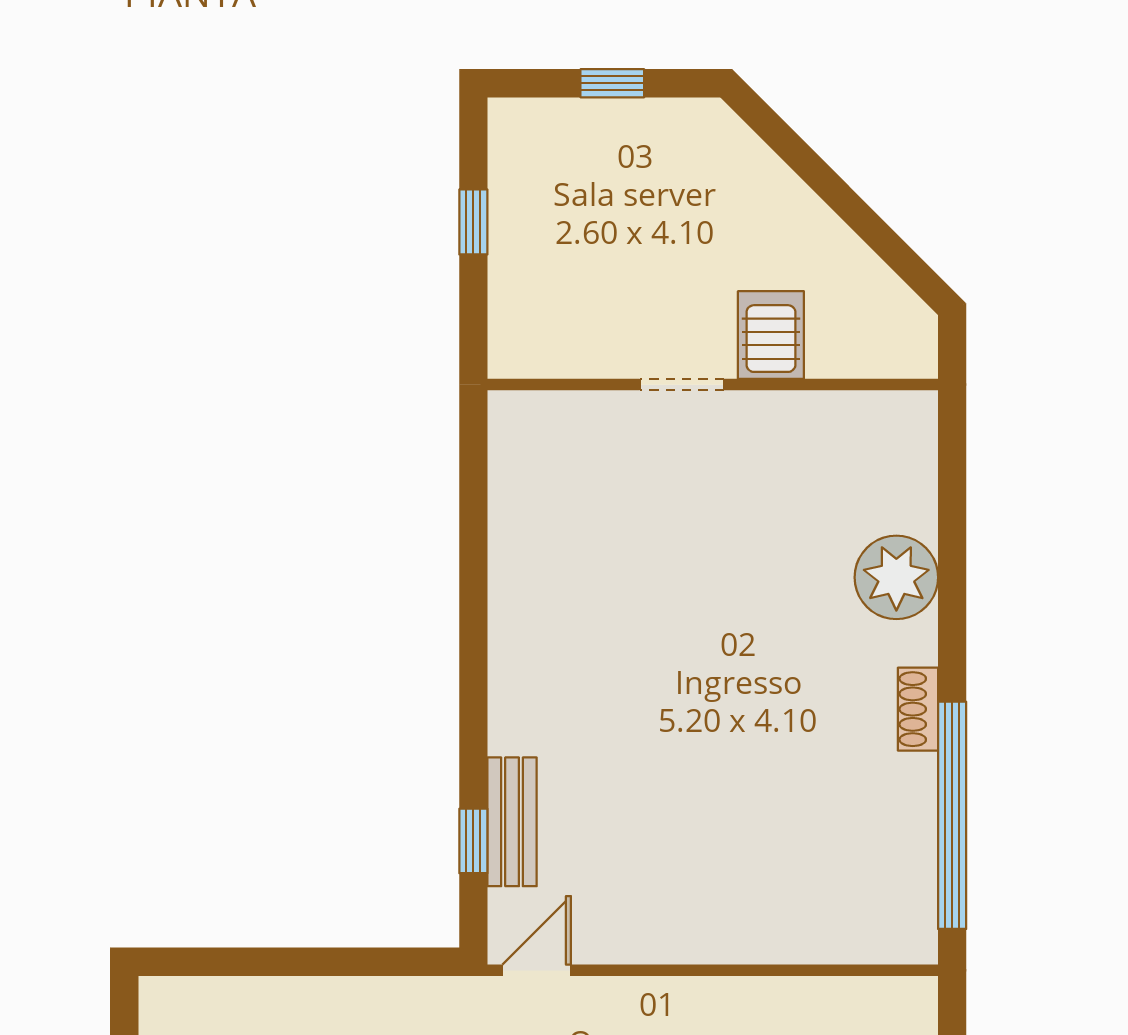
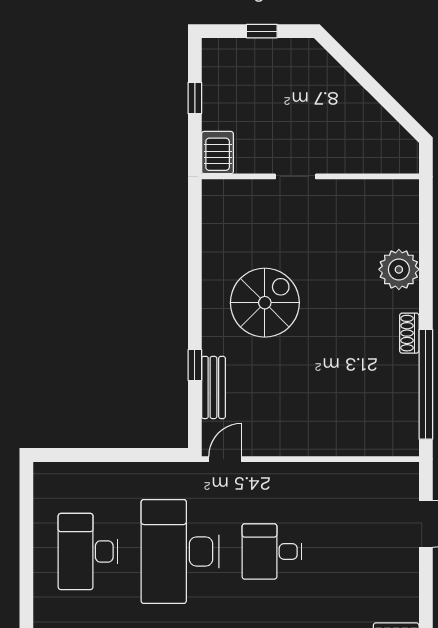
server rack: (771, 335) -> (218, 153), moved
spiral stairs: (619, 646) -> (265, 303), added
window: (473, 841) -> (195, 365), moved

